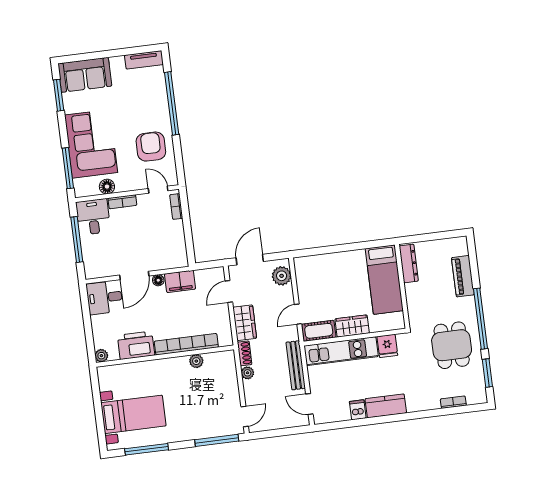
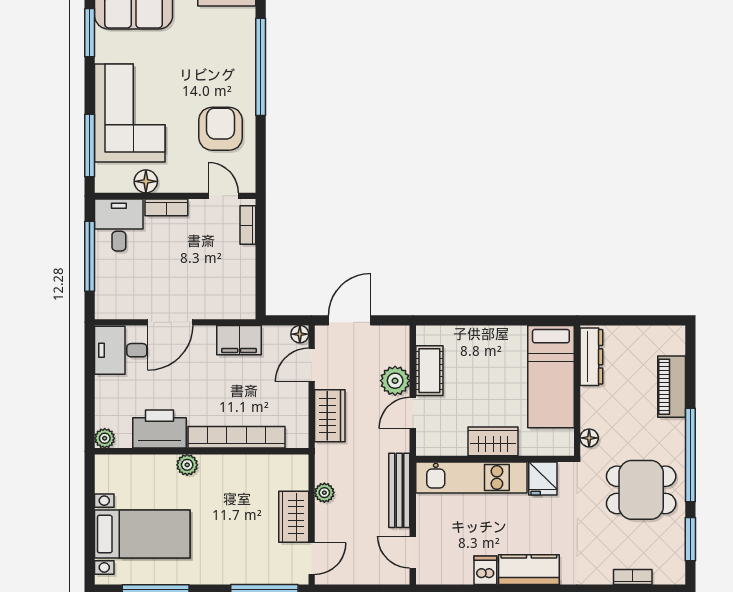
plant: (282, 276) -> (395, 381), moved
floor lamp: (158, 280) -> (300, 334), moved
floor lamp: (414, 316) -> (589, 438), added
cot: (319, 331) -> (429, 371), moved, turned 90
dining table: (452, 345) -> (641, 490), turned 90
shoe rack: (245, 353) -> (324, 462), removed
plant: (196, 361) -> (187, 465), moved
wardrobe: (230, 391) -> (294, 517), added

